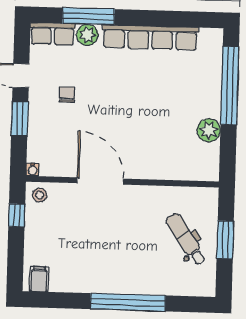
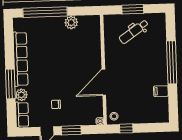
window: (88, 16) -> (10, 84), moved
filing cabinet: (39, 279) -> (161, 91), moved

